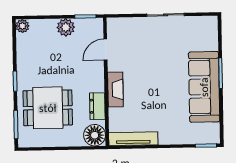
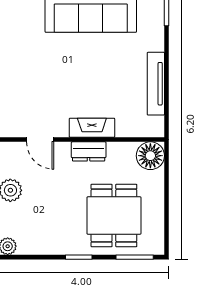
dresser: (97, 106) -> (89, 151), moved
tv unit: (133, 139) -> (156, 84), moved

